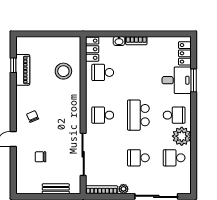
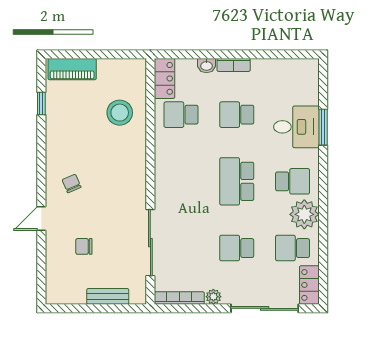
locker: (185, 53) -> (309, 285), moved
piano: (23, 70) -> (72, 69), moved, turned 90
school desk: (103, 115) -> (237, 115), moved

